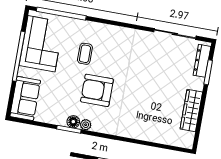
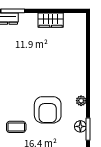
wardrobe: (191, 111) -> (51, 20), width x0.67
plant: (86, 125) -> (81, 101), moved

